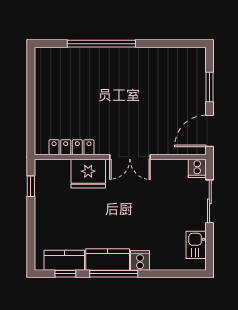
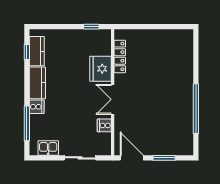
window: (101, 44) -> (196, 109), moved
cooker: (197, 168) -> (104, 125), moved
window: (114, 274) -> (27, 123), moved

